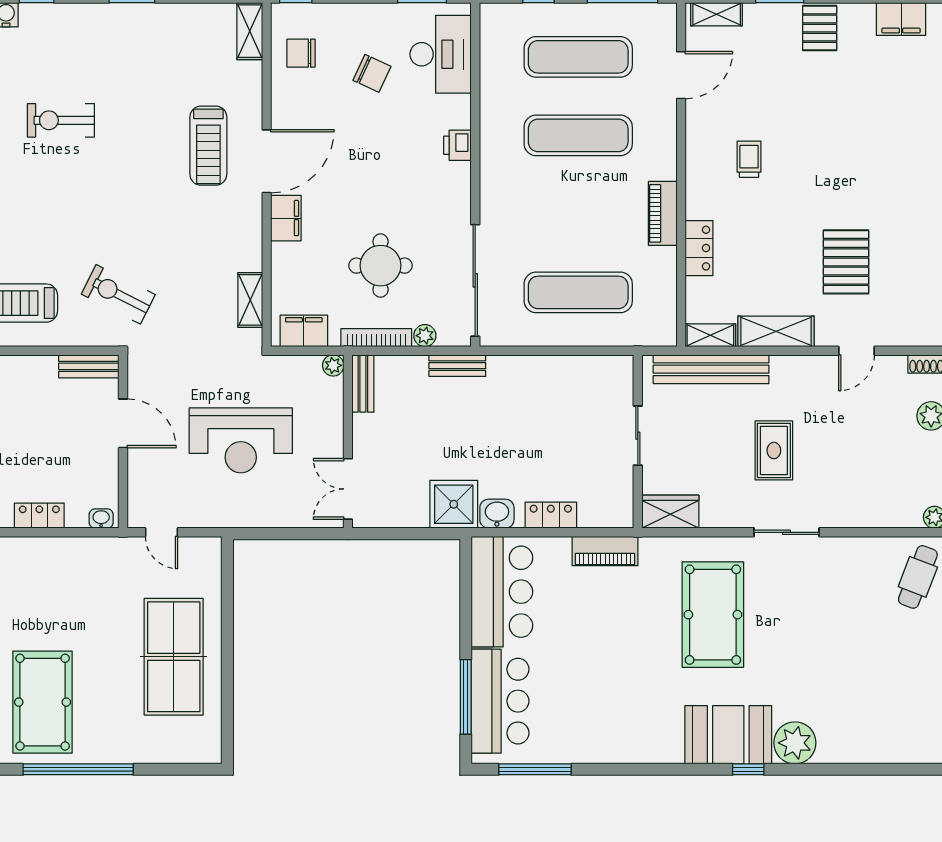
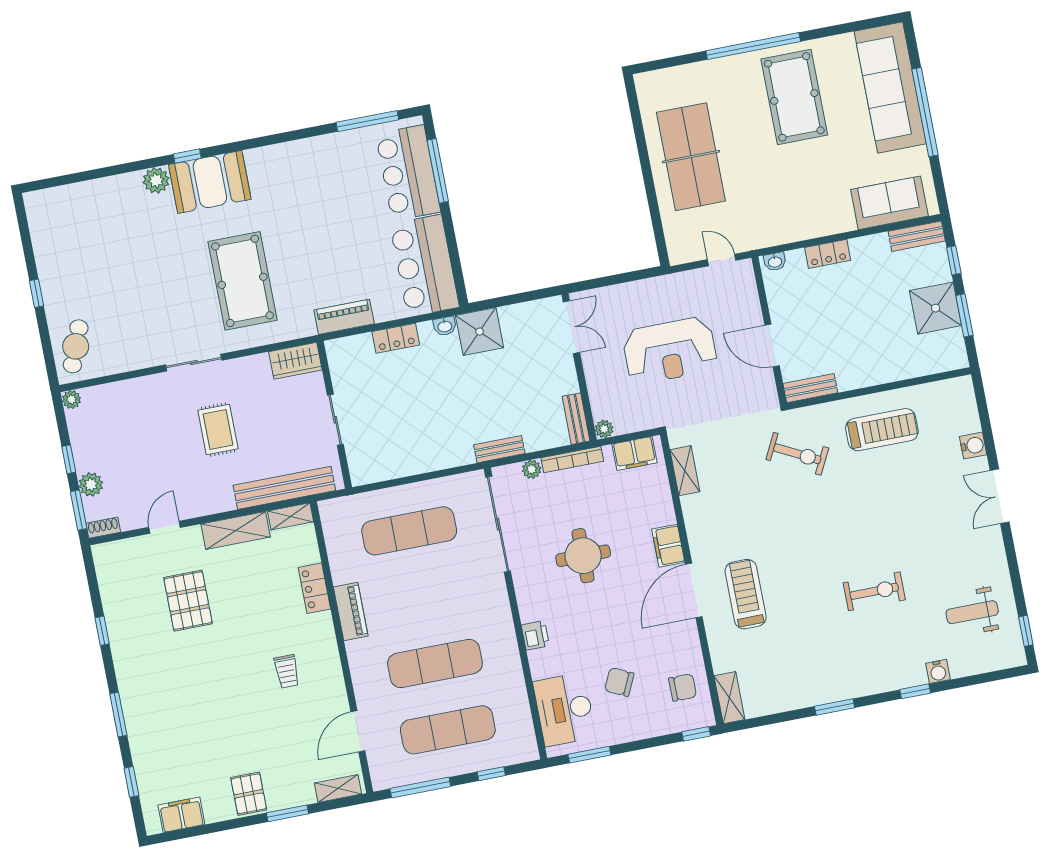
round table: (381, 266) -> (583, 556), moved
reception desk: (241, 440) -> (670, 351), turned 180
washbasin: (497, 514) -> (445, 326), width x0.72, depth x0.69
plant: (795, 743) -> (156, 180), width x0.73, depth x0.73

